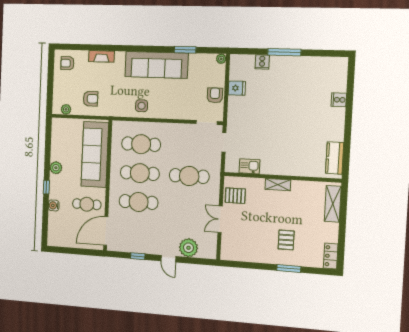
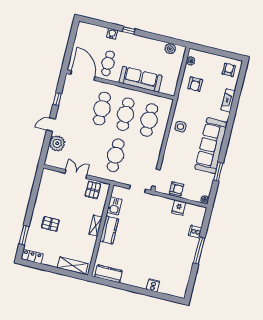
sofa: (95, 154) -> (141, 79), width x0.74, depth x0.79
kitchen counter: (280, 167) -> (109, 230), added
plant: (56, 168) -> (170, 49), moved
window: (289, 268) -> (24, 235), moved

